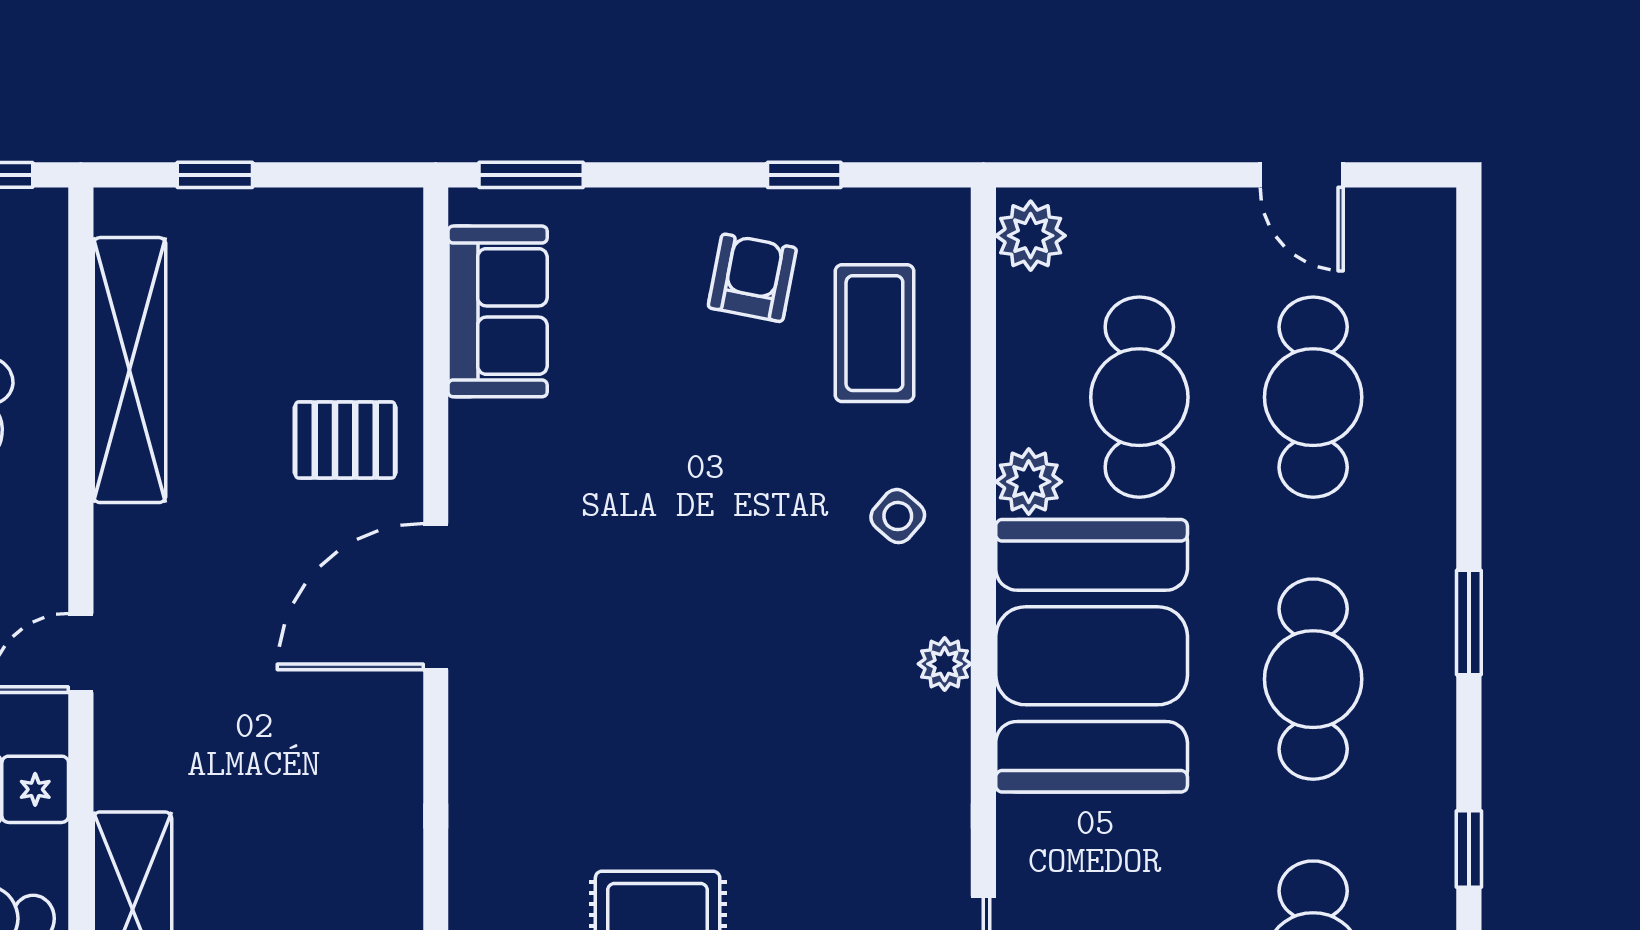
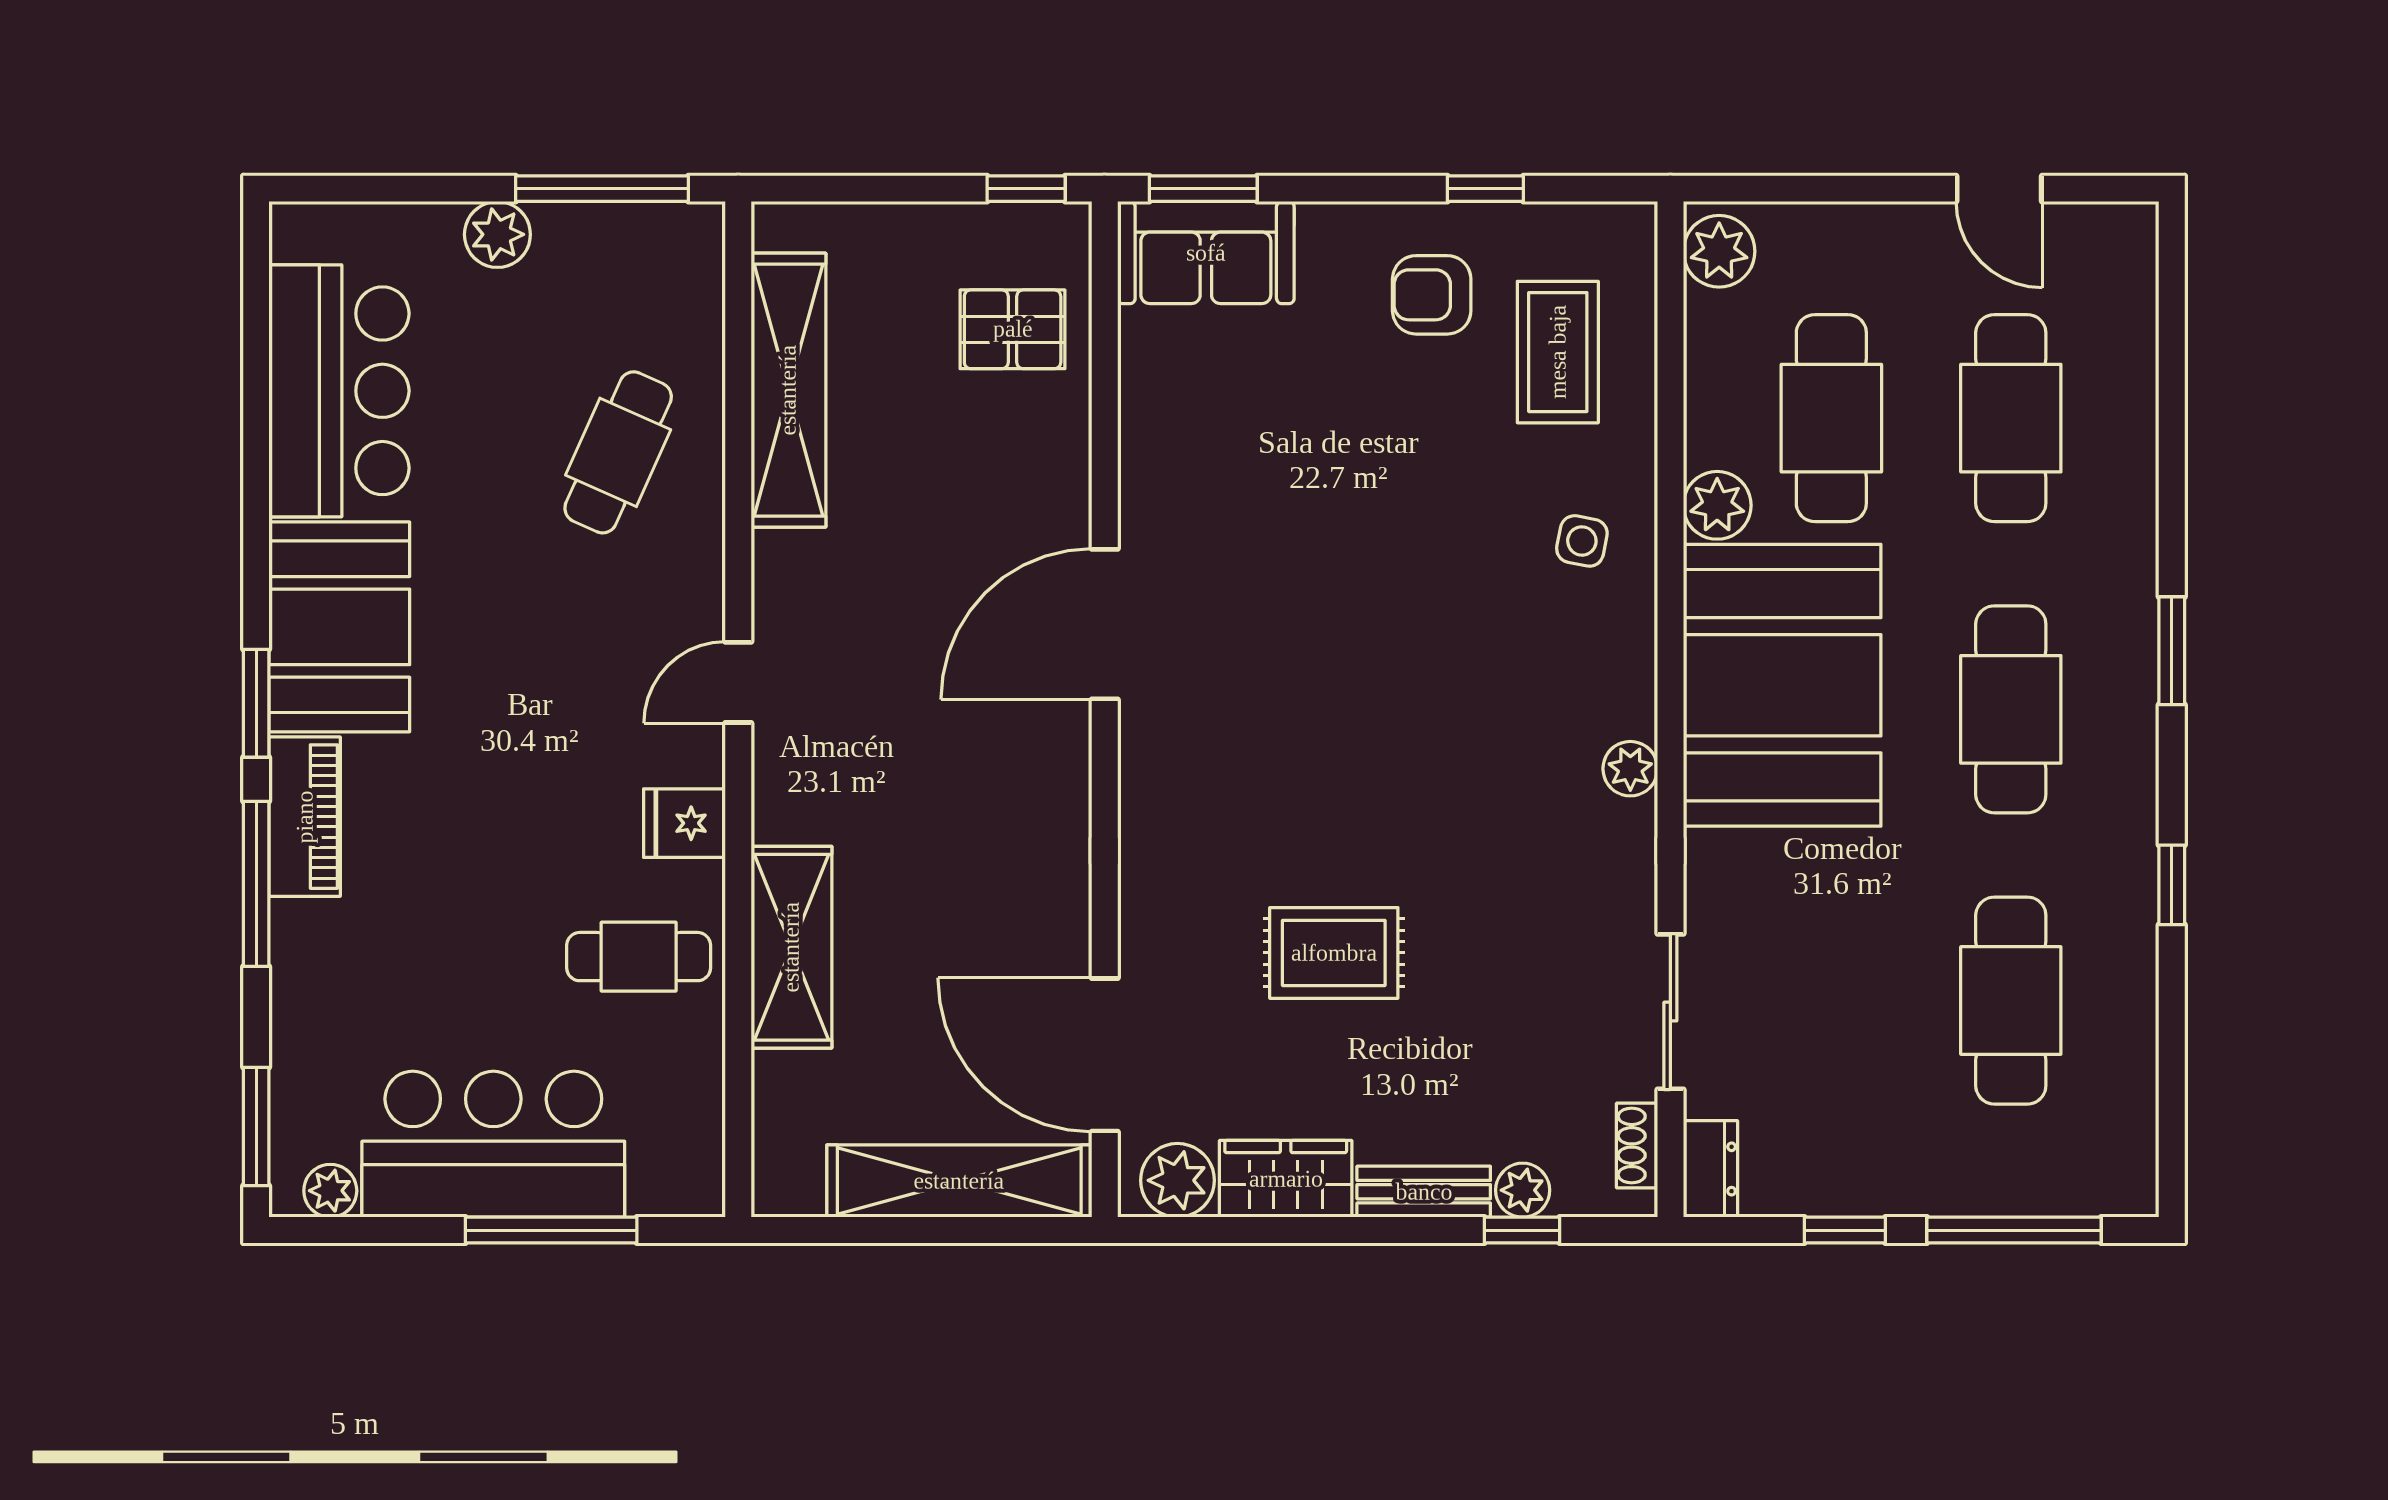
window: (215, 175) -> (1026, 189), moved
armchair: (752, 278) -> (1432, 295), turned -101
sofa: (498, 311) -> (1206, 253), moved, turned 90
pallet: (345, 440) -> (1013, 329), moved
side table: (898, 516) -> (1582, 541), turned -30
plant: (945, 664) -> (1630, 769), moved

